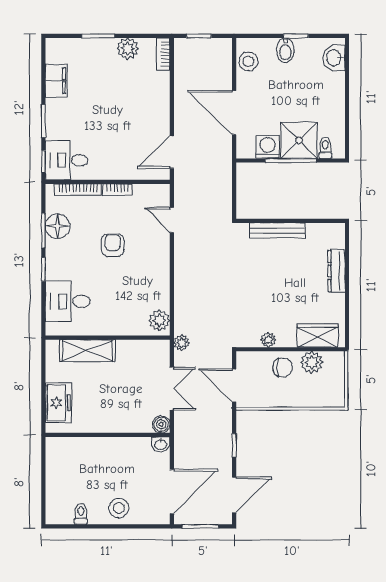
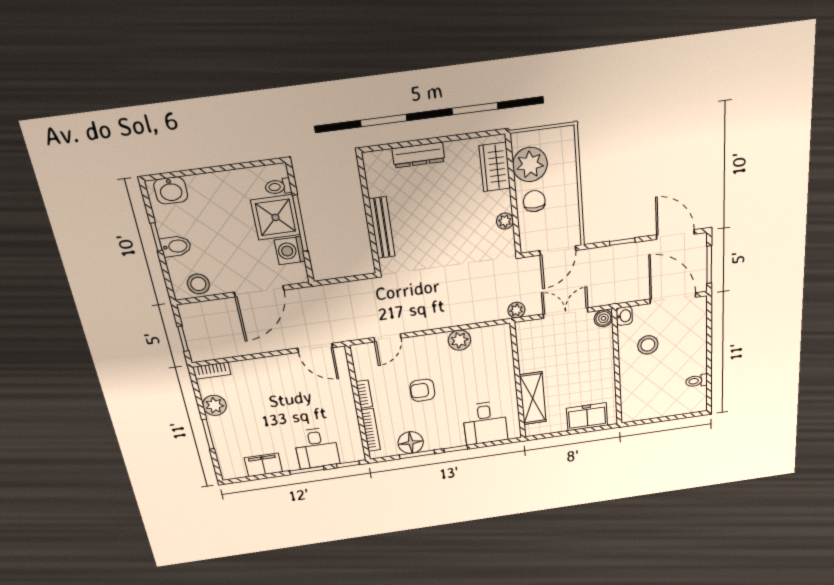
desk: (66, 160) -> (316, 448), moved
plant: (159, 320) -> (459, 340), moved
plant: (312, 362) -> (530, 165), width x1.36, depth x1.36
stool: (119, 508) -> (648, 345), moved

